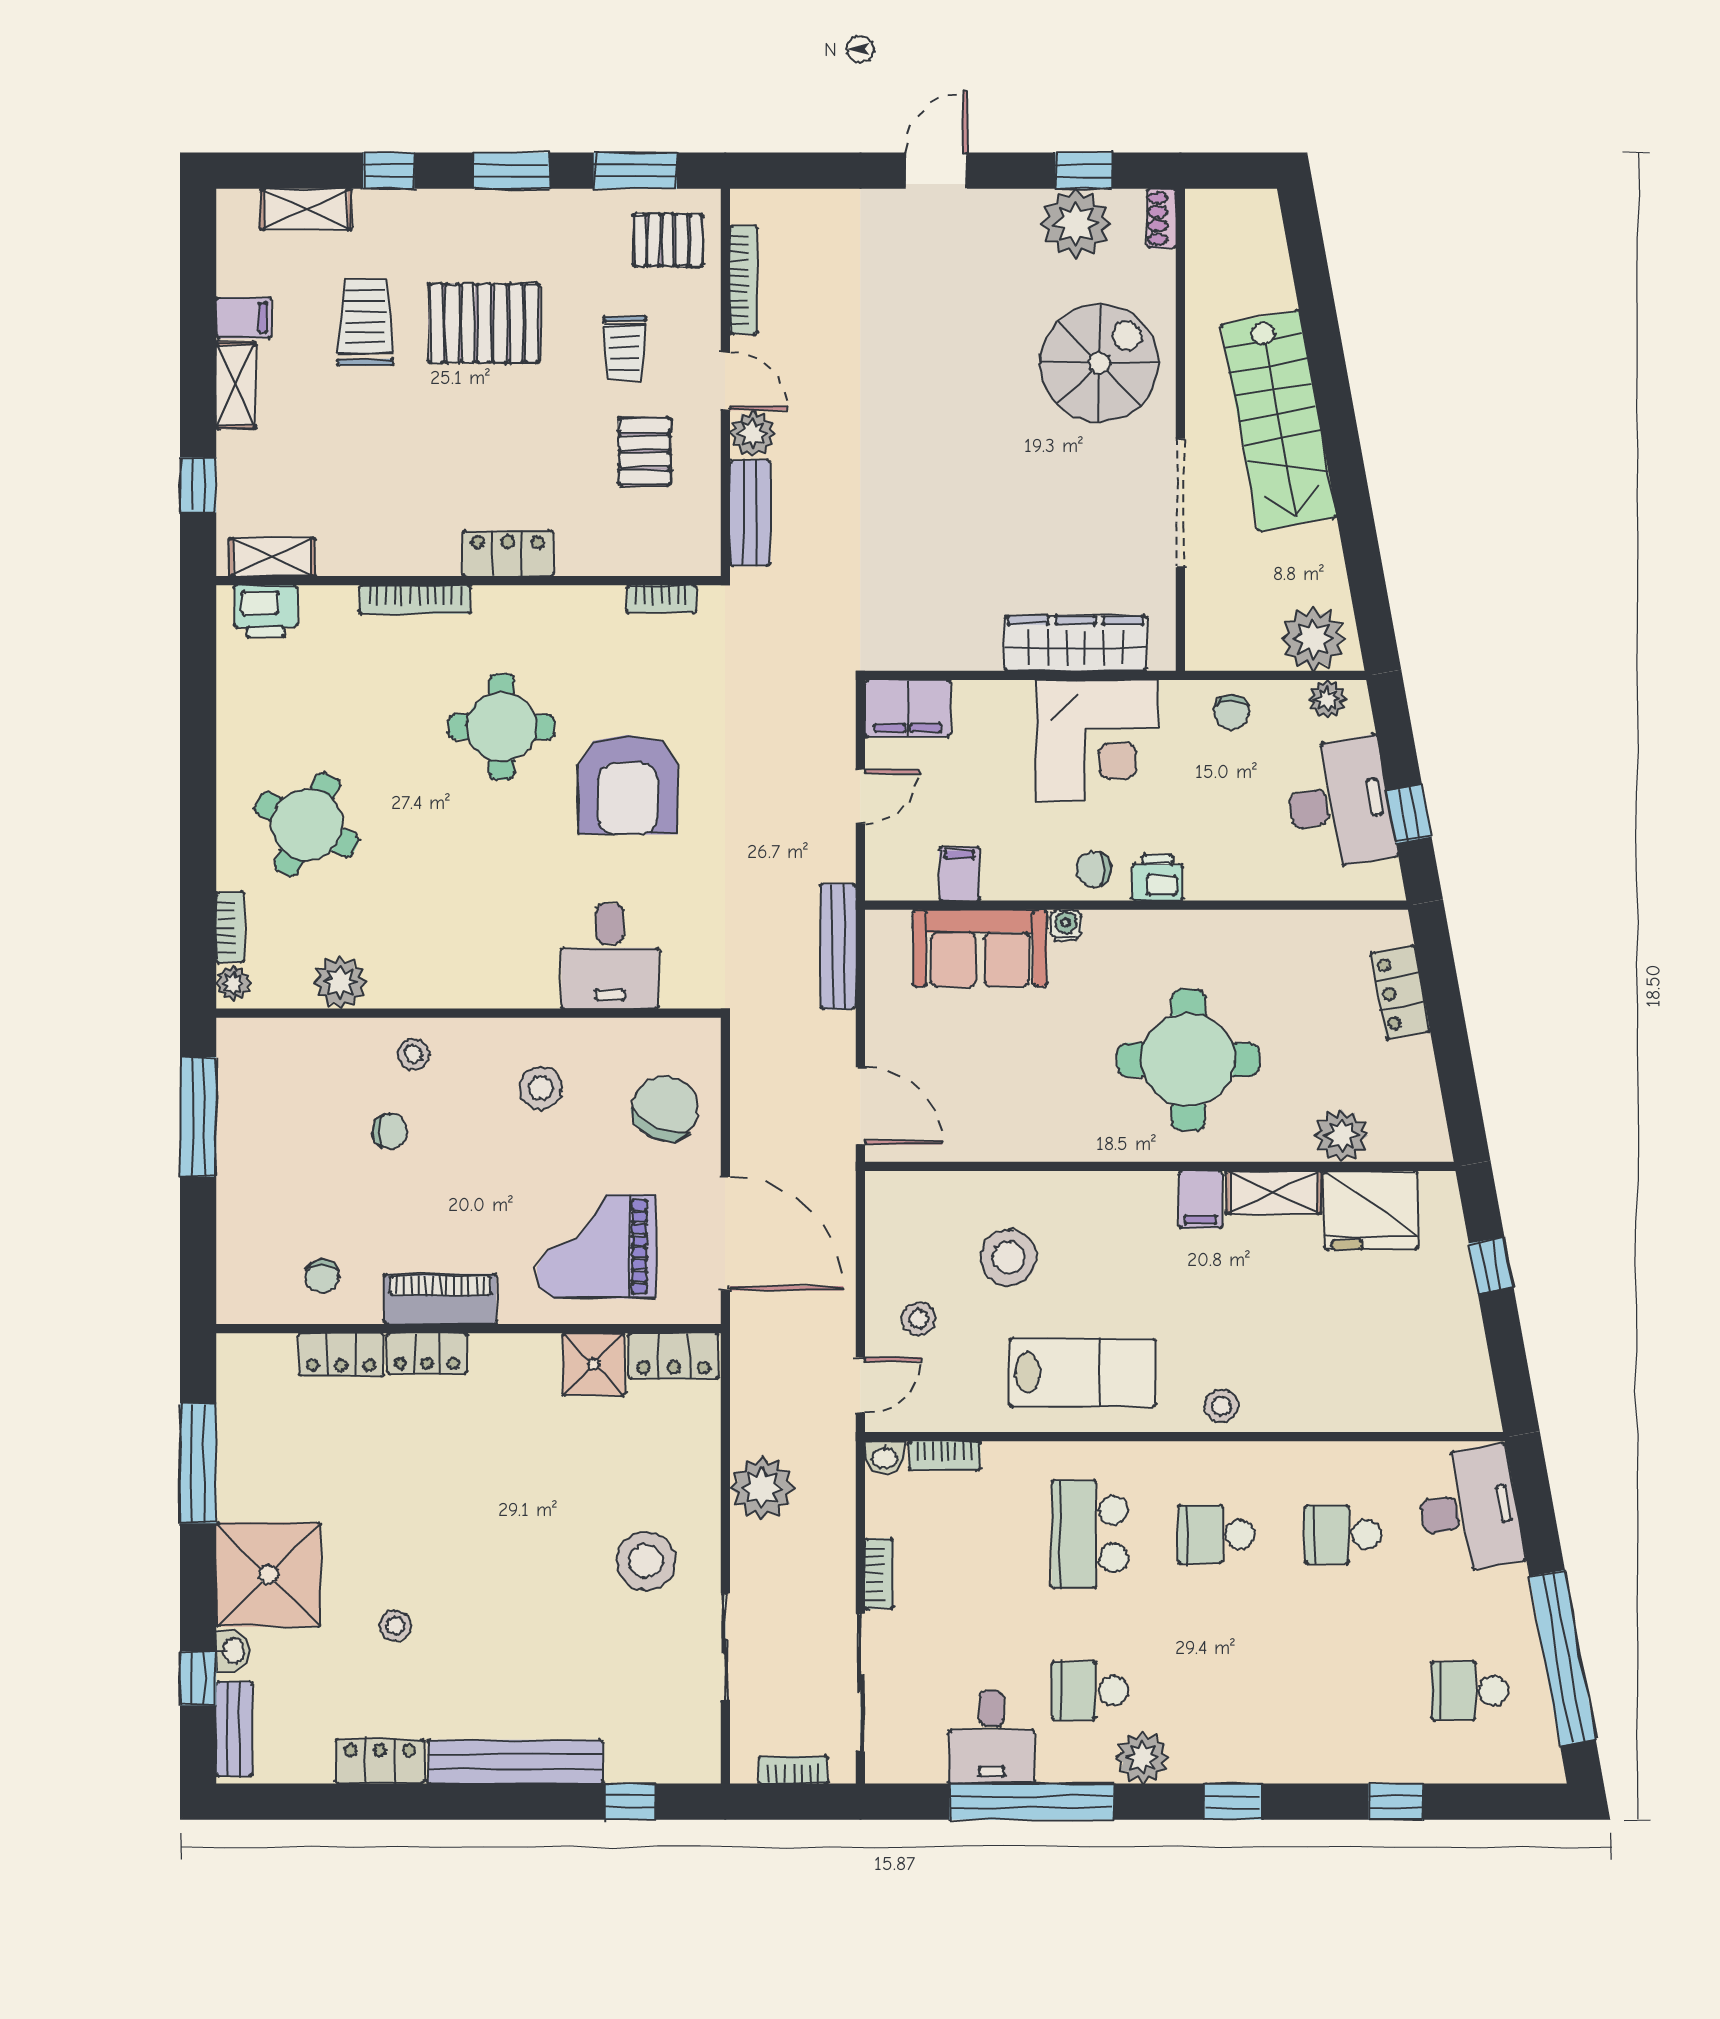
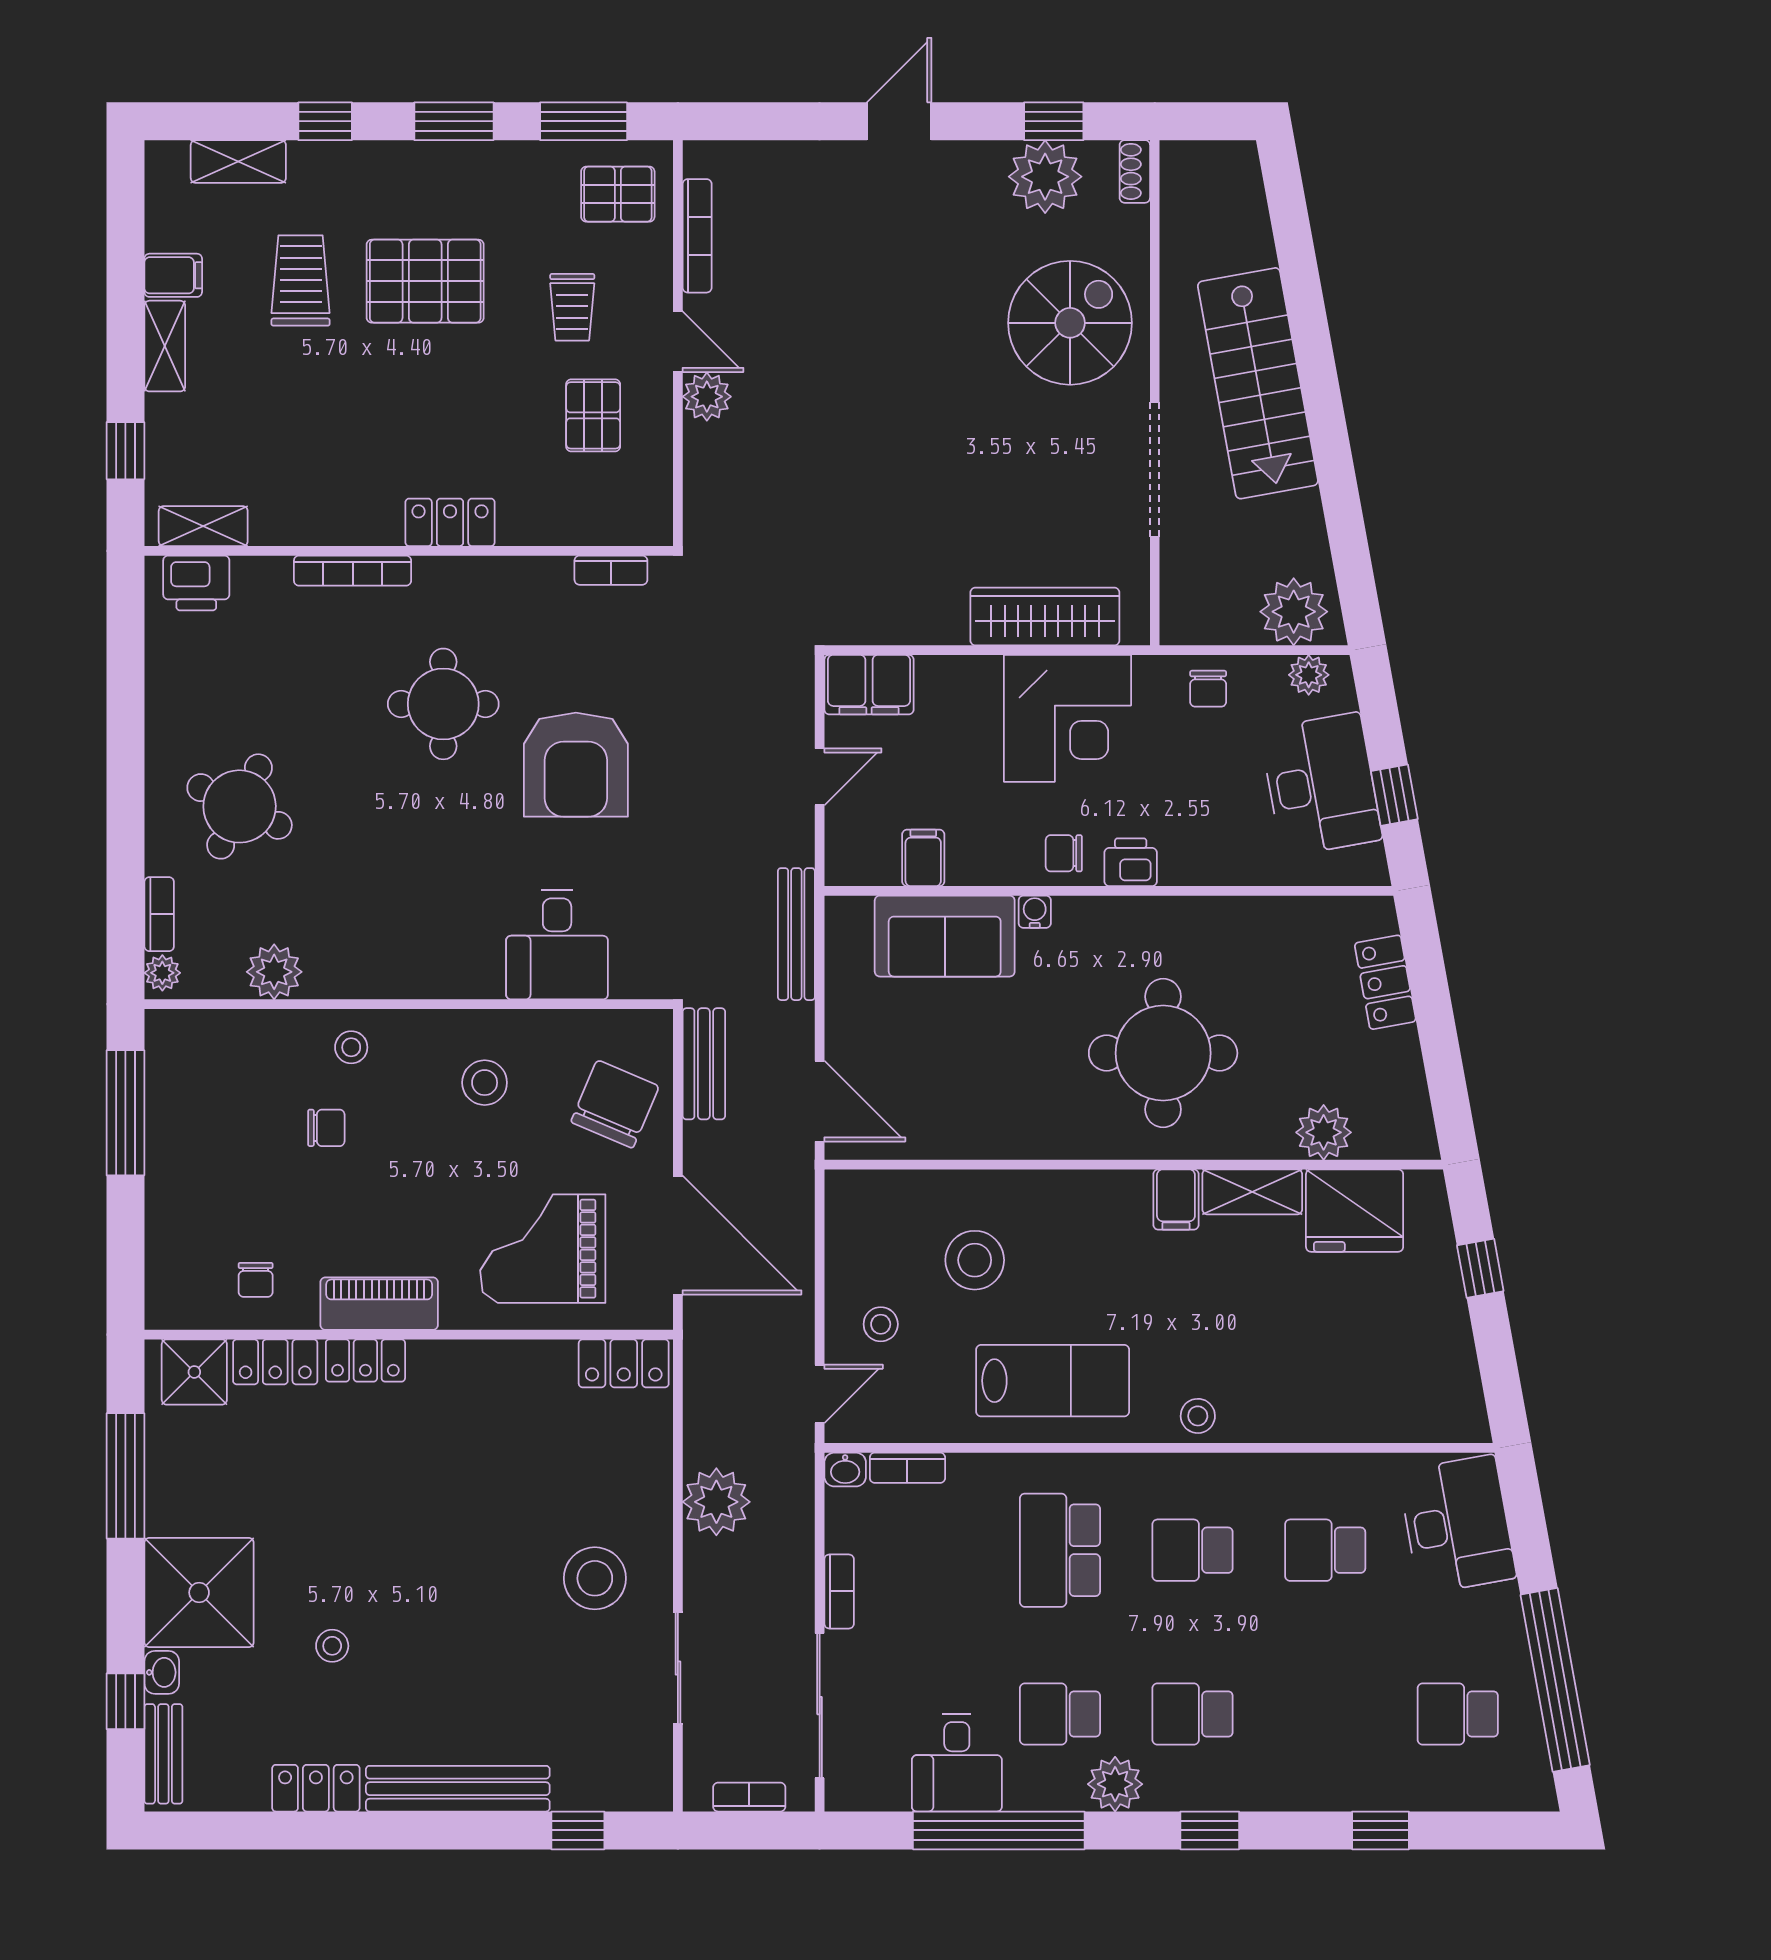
bench: (750, 513) -> (704, 1064), moved
shower: (594, 1364) -> (194, 1372), moved
school desk: (1216, 1691) -> (1193, 1714), added

